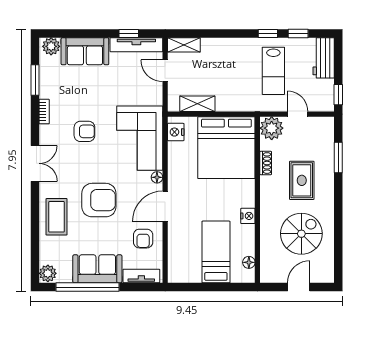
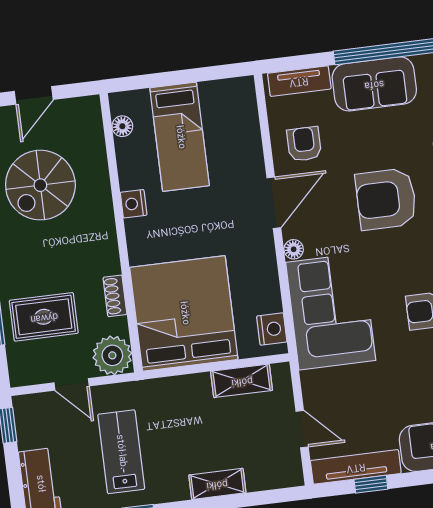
shelving: (184, 45) -> (217, 484), moved
rug: (302, 180) -> (44, 317), moved, turned 90

